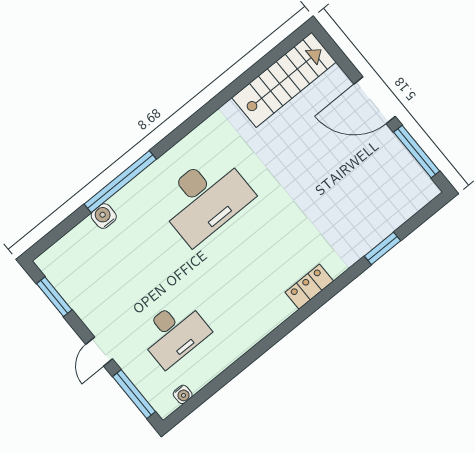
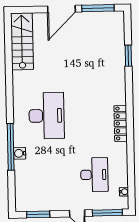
water cooler: (104, 216) -> (20, 153), moved
locker: (309, 287) -> (121, 123), moved, width x1.53

